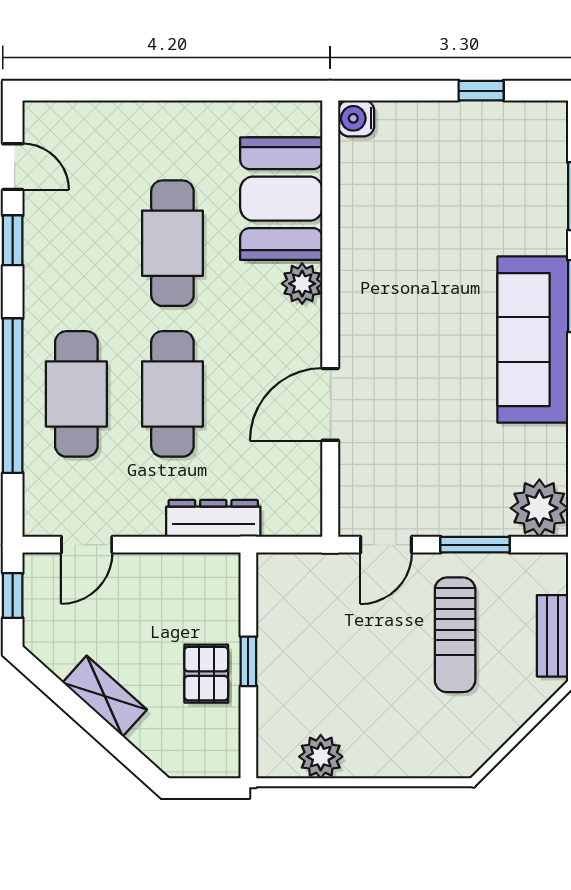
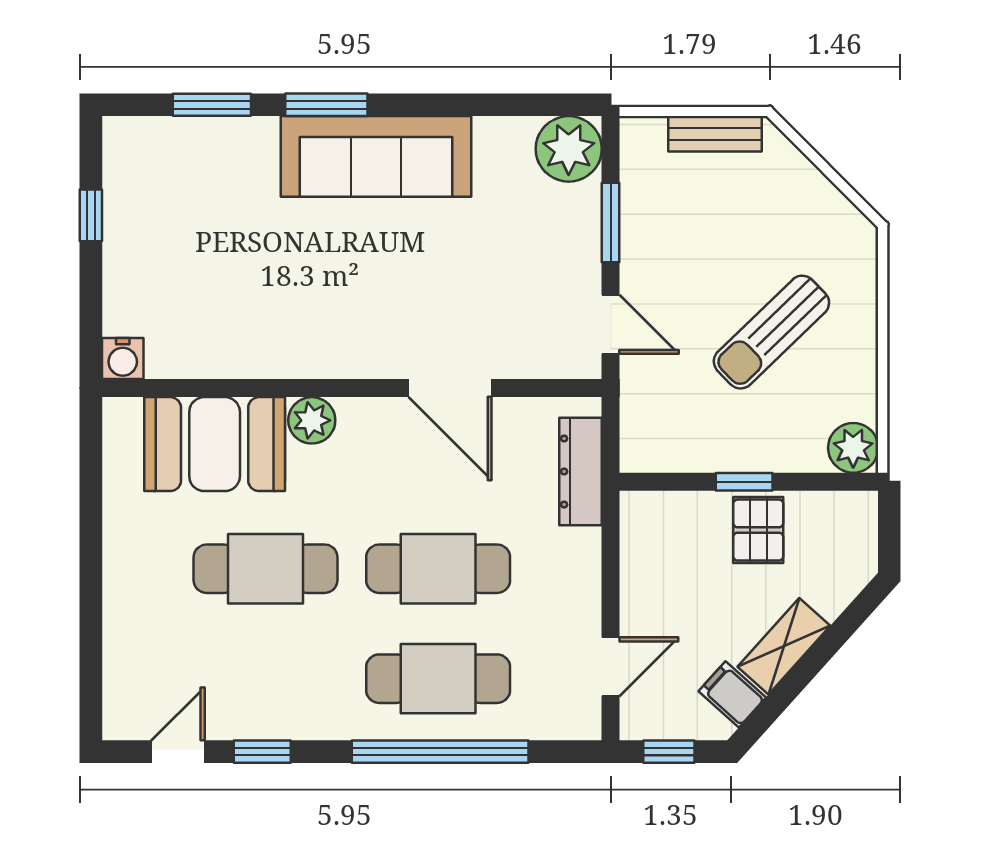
dresser: (213, 518) -> (581, 472), moved
door: (87, 545) -> (611, 667), hinge flipped
sun lounger: (455, 635) -> (771, 332), moved, turned 136
filing cabinet: (63, 651) -> (732, 694), added
pallet: (206, 674) -> (758, 530), turned 90
plant: (321, 757) -> (853, 448), moved

